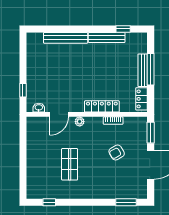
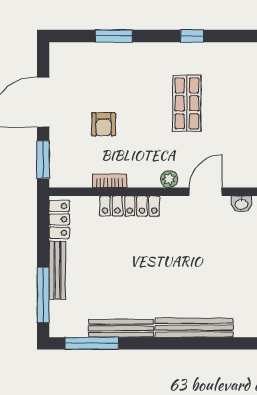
window: (123, 29) -> (92, 343), width x2.17
window: (151, 69) -> (43, 295), moved
armchair: (117, 153) -> (104, 124), turned 120
window: (49, 202) -> (192, 36), moved
window: (126, 202) -> (114, 36), moved

